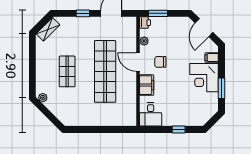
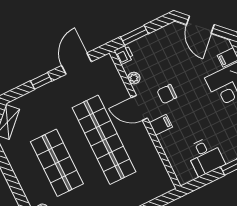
shop shelf: (67, 71) -> (57, 163), width x1.43, depth x1.36
filing cabinet: (147, 85) -> (161, 125), width x0.50
desk: (151, 114) -> (205, 156), moved

